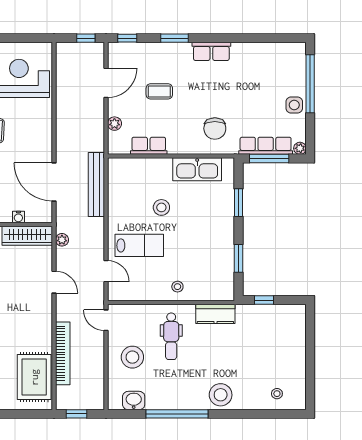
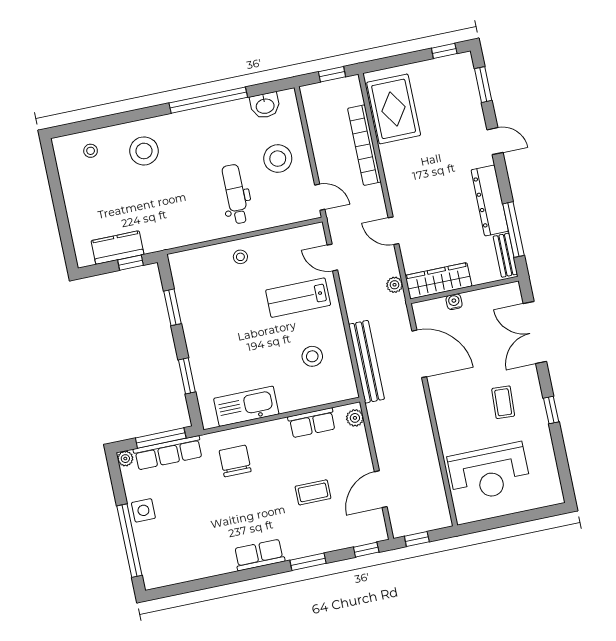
plant: (114, 124) -> (355, 418), moved
stool: (161, 207) -> (312, 356), moved
kitchen counter: (215, 314) -> (117, 248), moved
stool: (221, 395) -> (144, 151), moved

